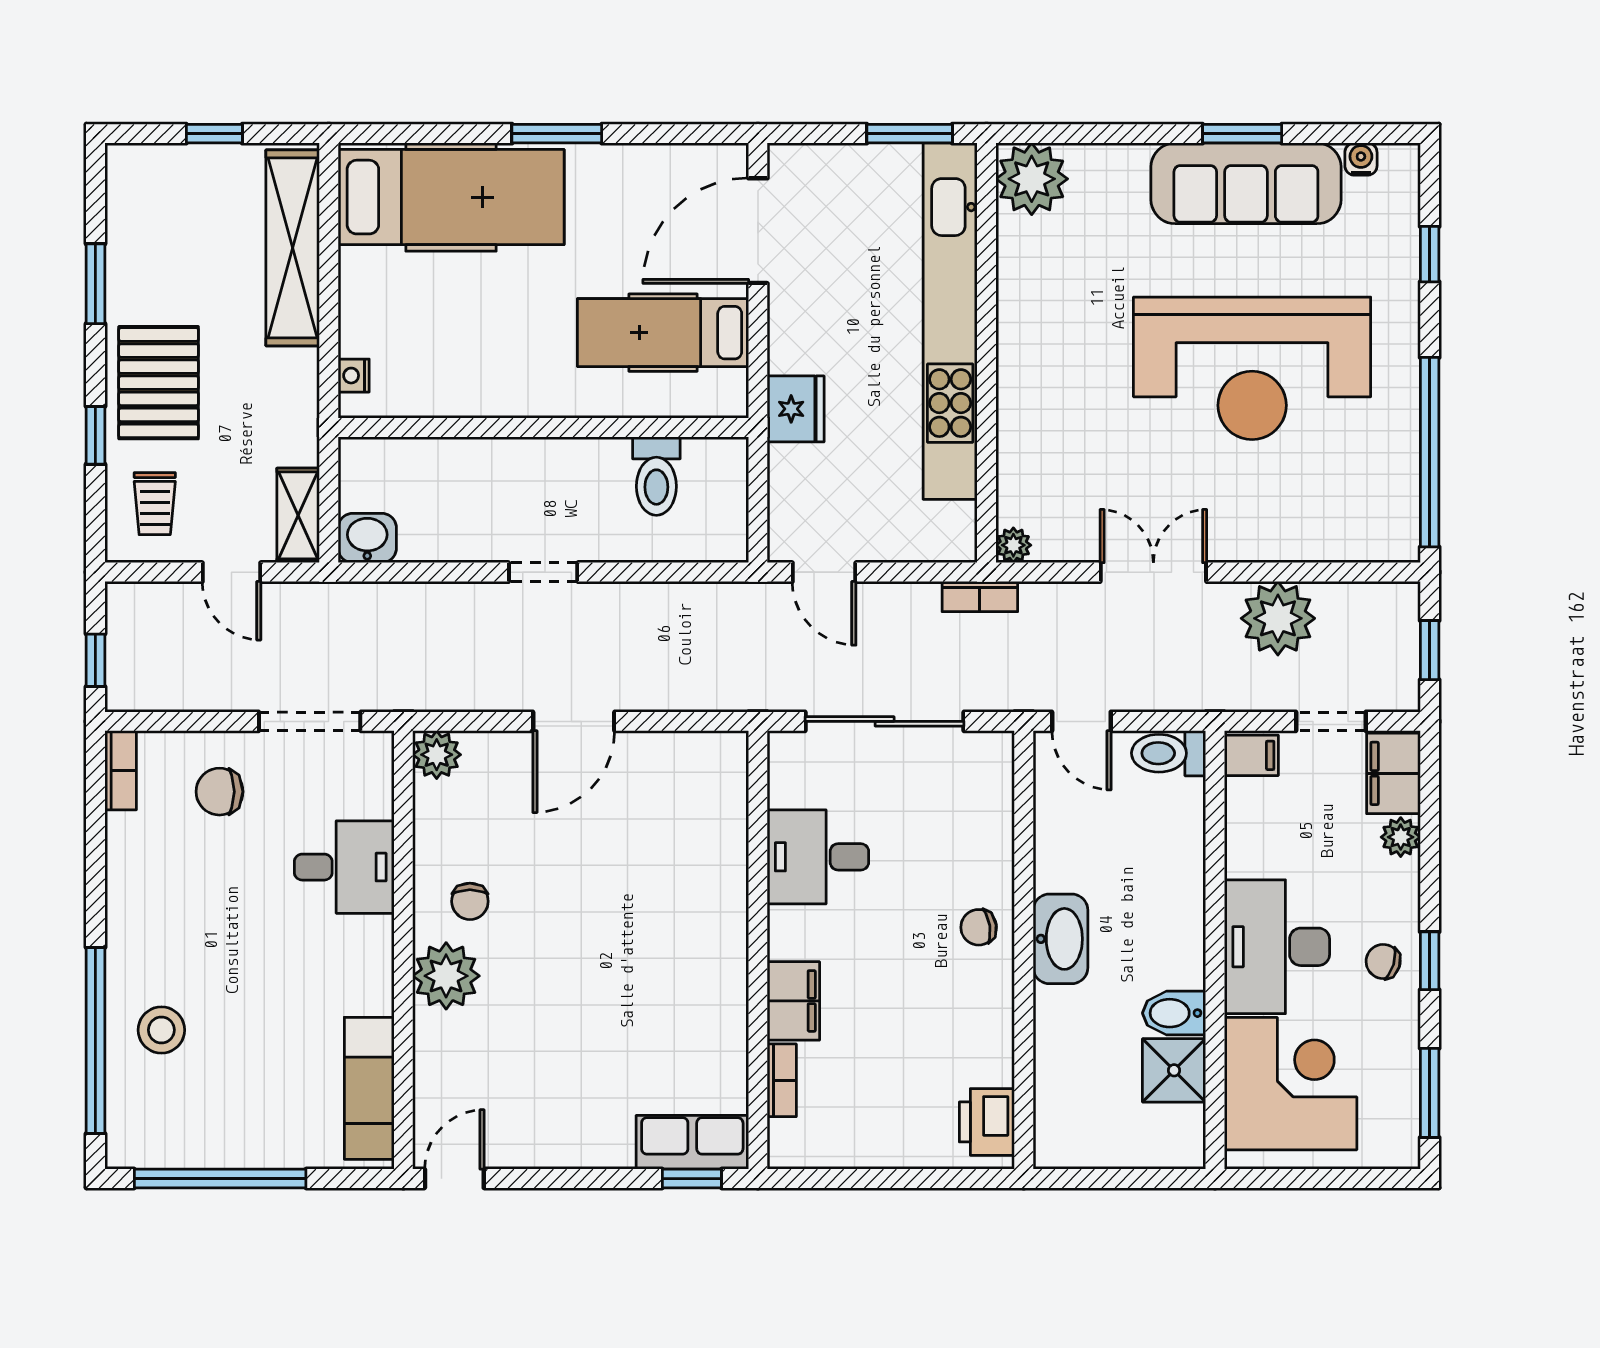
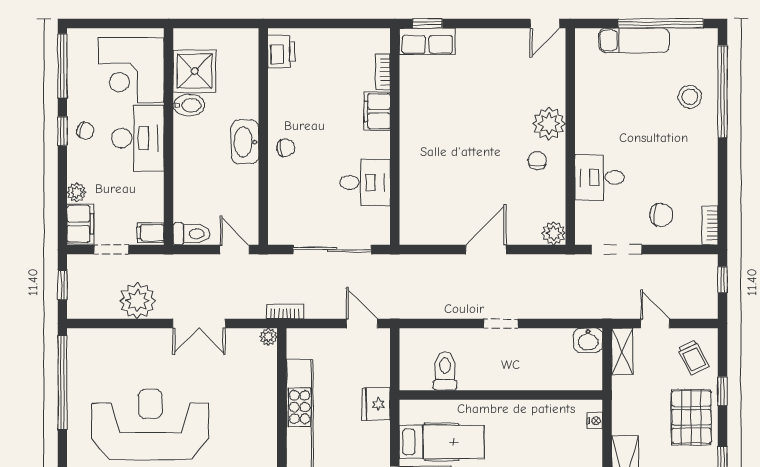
trolley: (155, 504) -> (693, 357), turned 153
shower: (1174, 1070) -> (195, 71), width x1.36, depth x1.36
exam couch: (369, 1088) -> (634, 40), moved, turned 90
window: (1430, 1093) -> (62, 66), width x1.44

